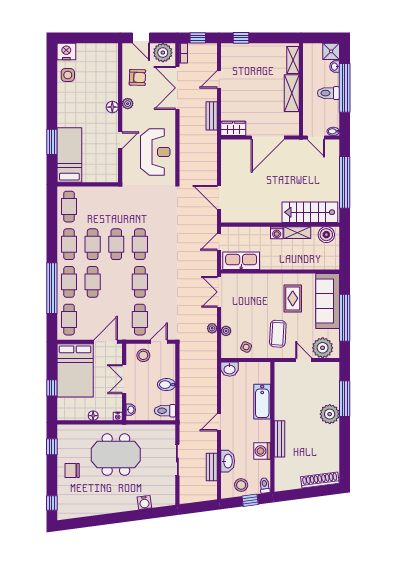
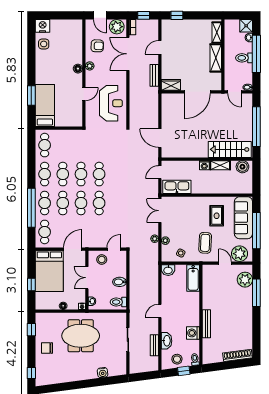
cafe table: (140, 320) -> (81, 203), moved
bathtub: (262, 402) -> (193, 278), moved
plant: (330, 414) -> (245, 280), moved

